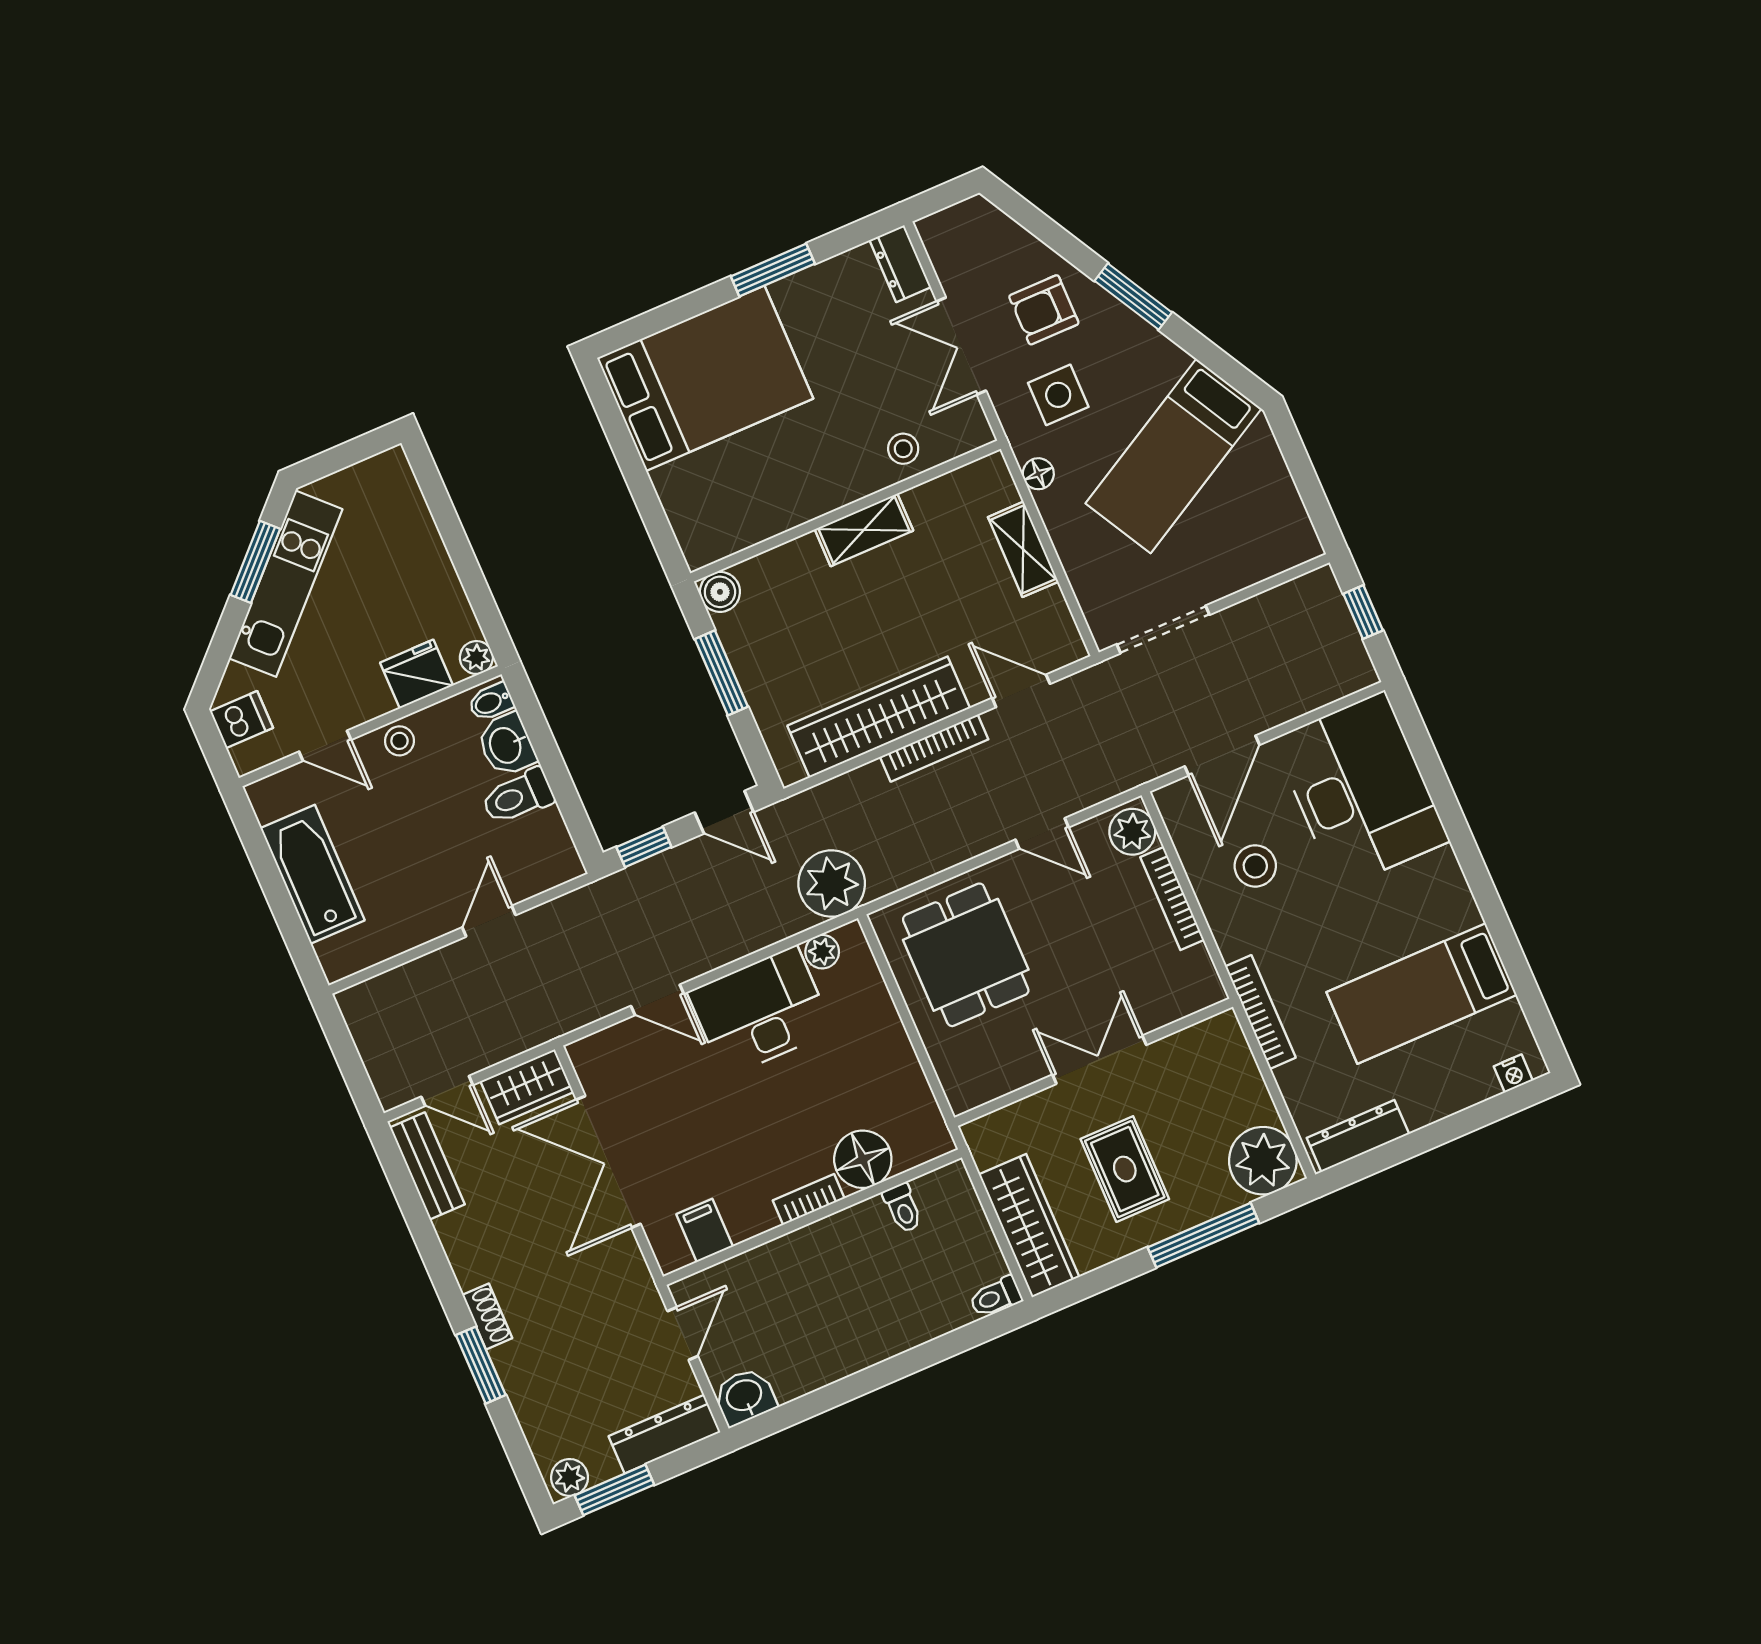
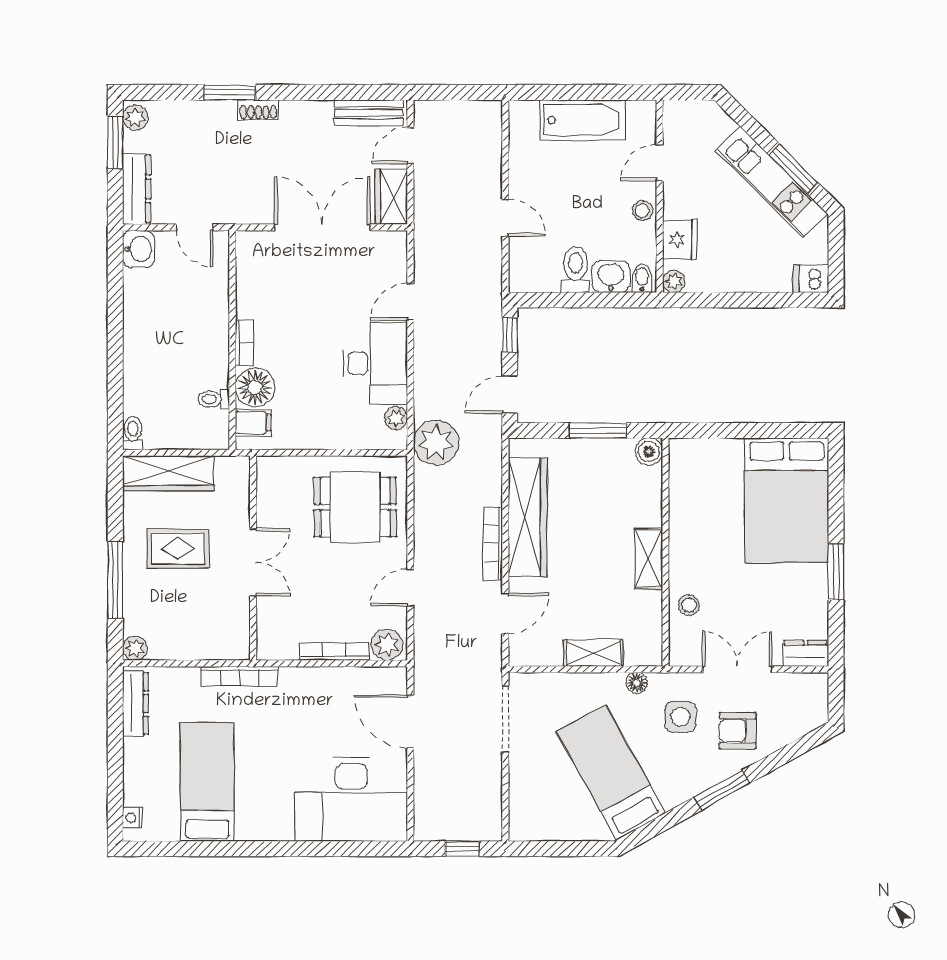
armchair: (1044, 310) -> (738, 731), turned -90
dishwasher: (241, 720) -> (811, 279), moved, turned 90
stool: (1255, 866) -> (332, 712), removed
plant: (1263, 1161) -> (135, 648), width x0.53, depth x0.53
filing cabinet: (705, 1230) -> (253, 423), moved

